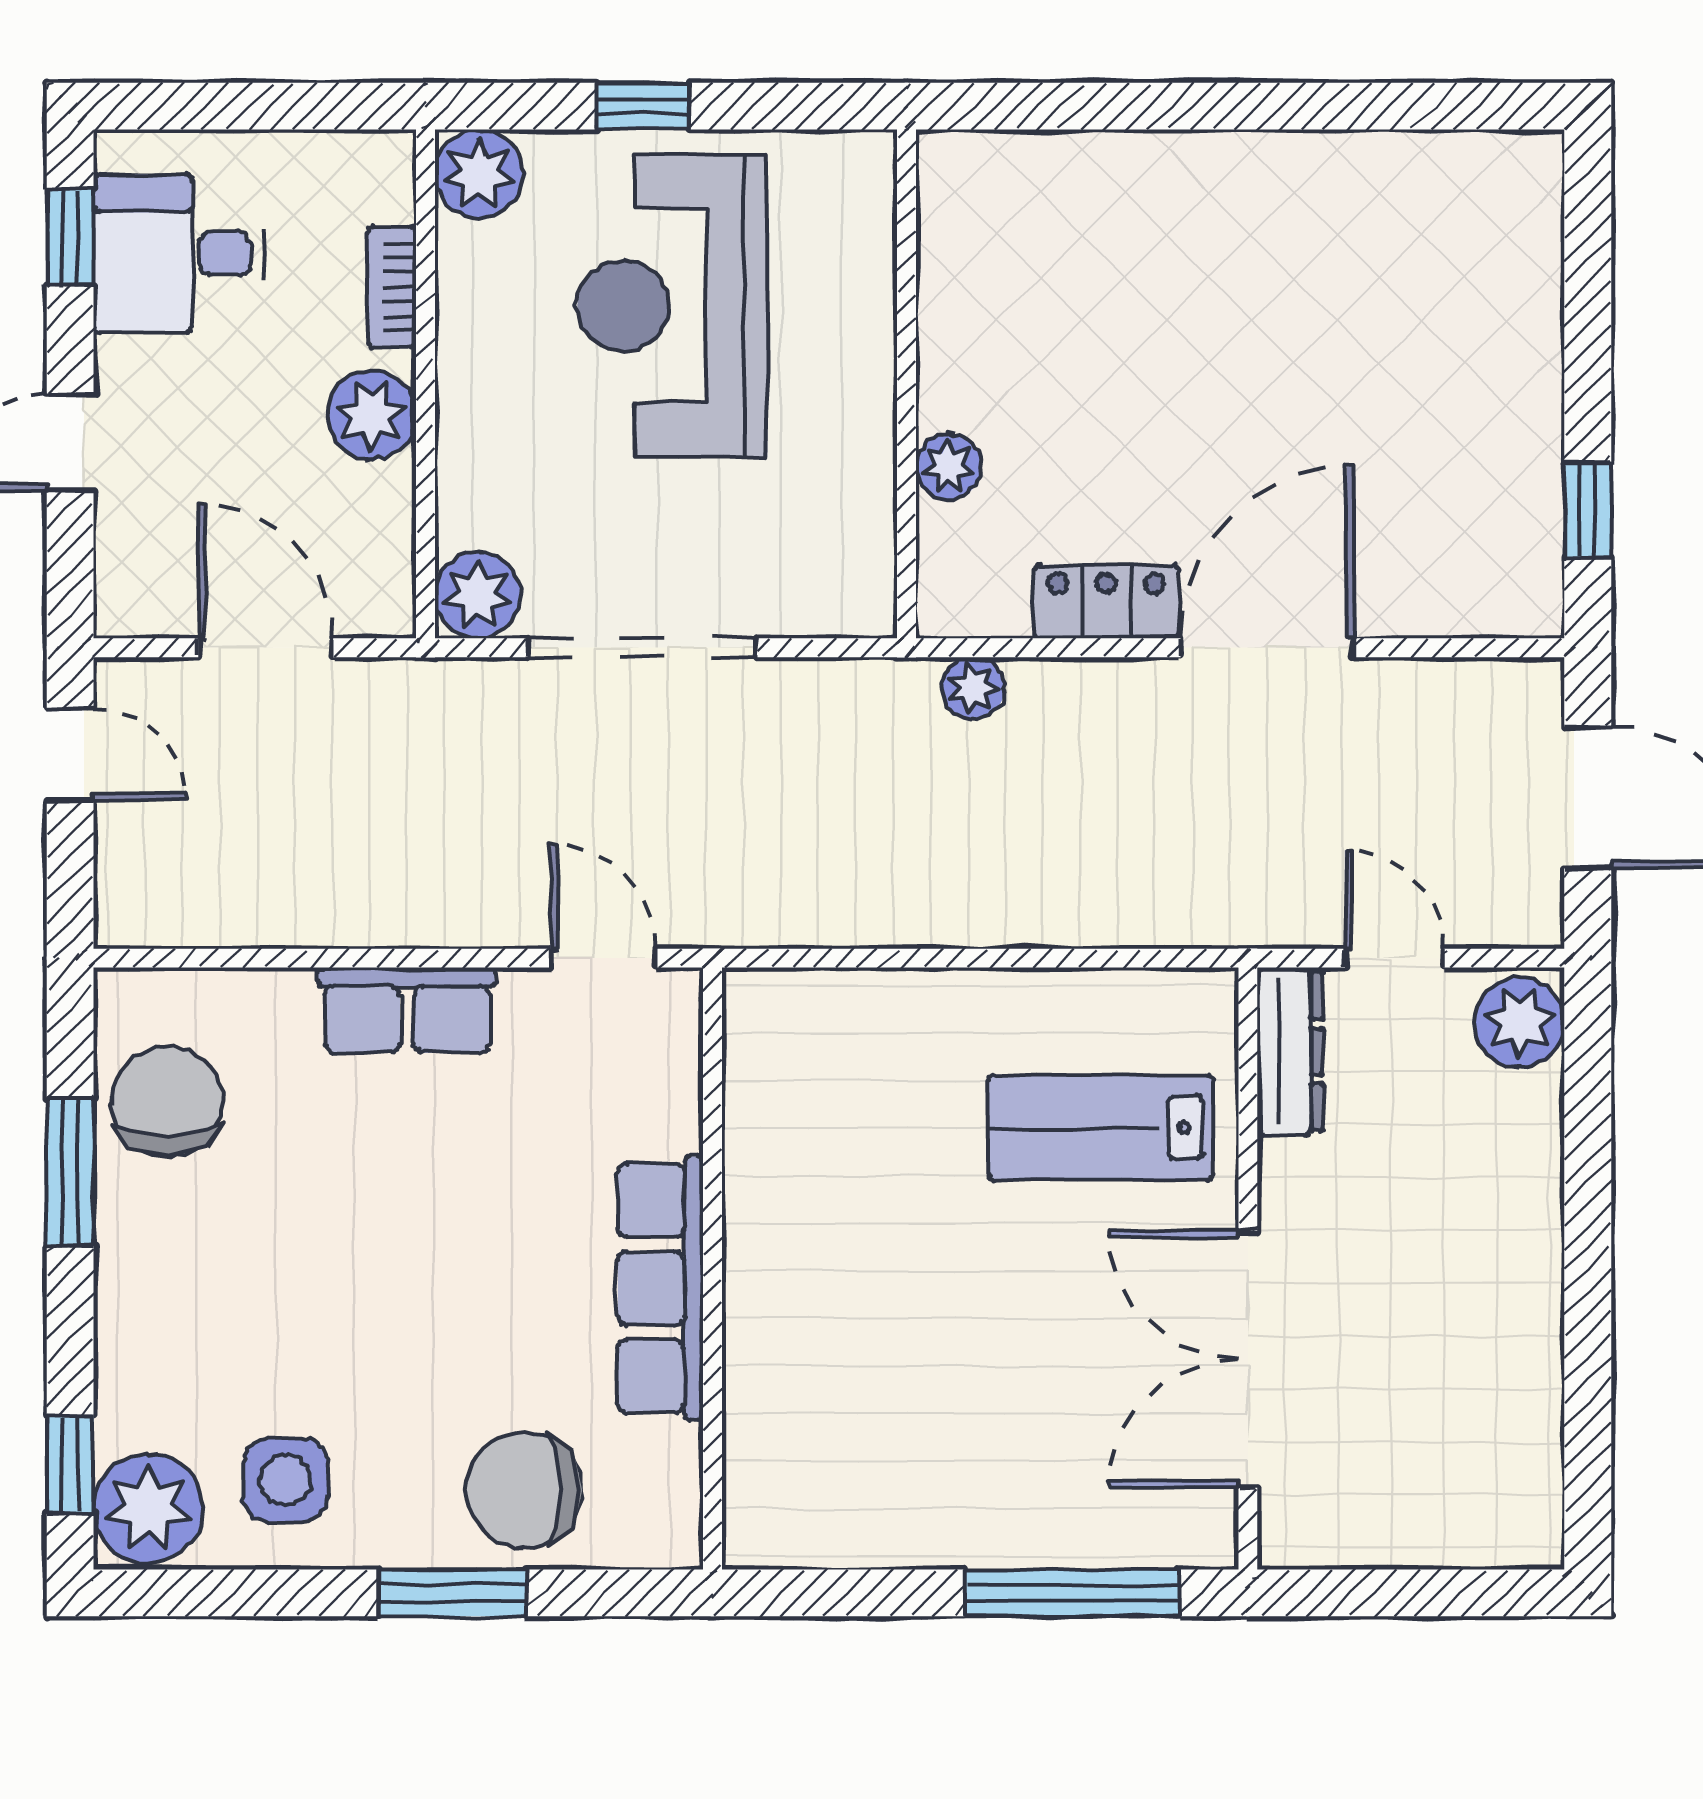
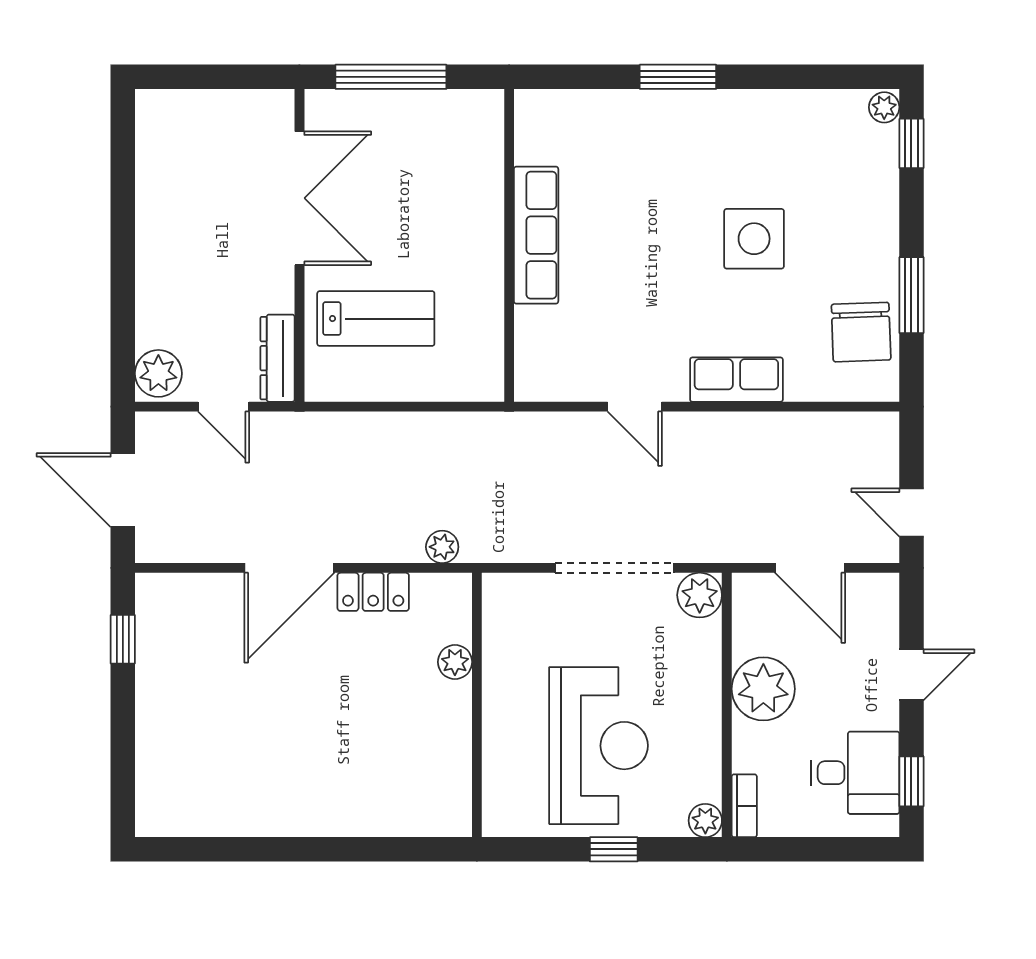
plant: (479, 174) -> (705, 821), width x0.73, depth x0.73
bookcase: (392, 287) -> (744, 806), moved
plant: (372, 415) -> (763, 689), width x1.36, depth x1.36
wall: (713, 1268) -> (509, 245), moved
row of seats: (661, 1288) -> (536, 235), moved
side table: (286, 1480) -> (754, 239), moved, width x1.37, depth x1.37
chair: (524, 1490) -> (675, 130), removed
plant: (148, 1508) -> (884, 107), width x0.53, depth x0.53
window: (452, 1593) -> (678, 77), moved

